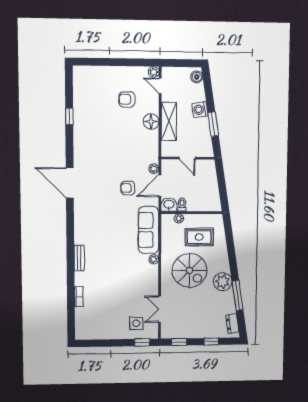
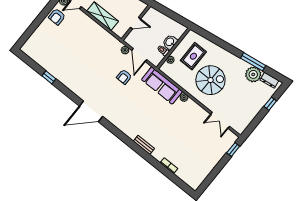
armchair: (127, 99) -> (57, 17), moved
floor lamp: (151, 121) -> (94, 28), removed
washbasin: (169, 205) -> (170, 42), moved
plant: (223, 282) -> (253, 74), moved
side table: (136, 323) -> (217, 143), removed
window: (179, 342) -> (253, 125), removed

